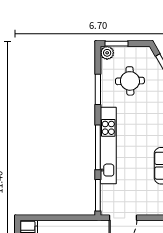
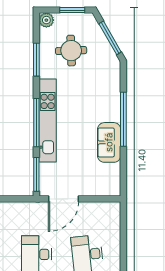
window: (117, 44) -> (72, 10), moved

